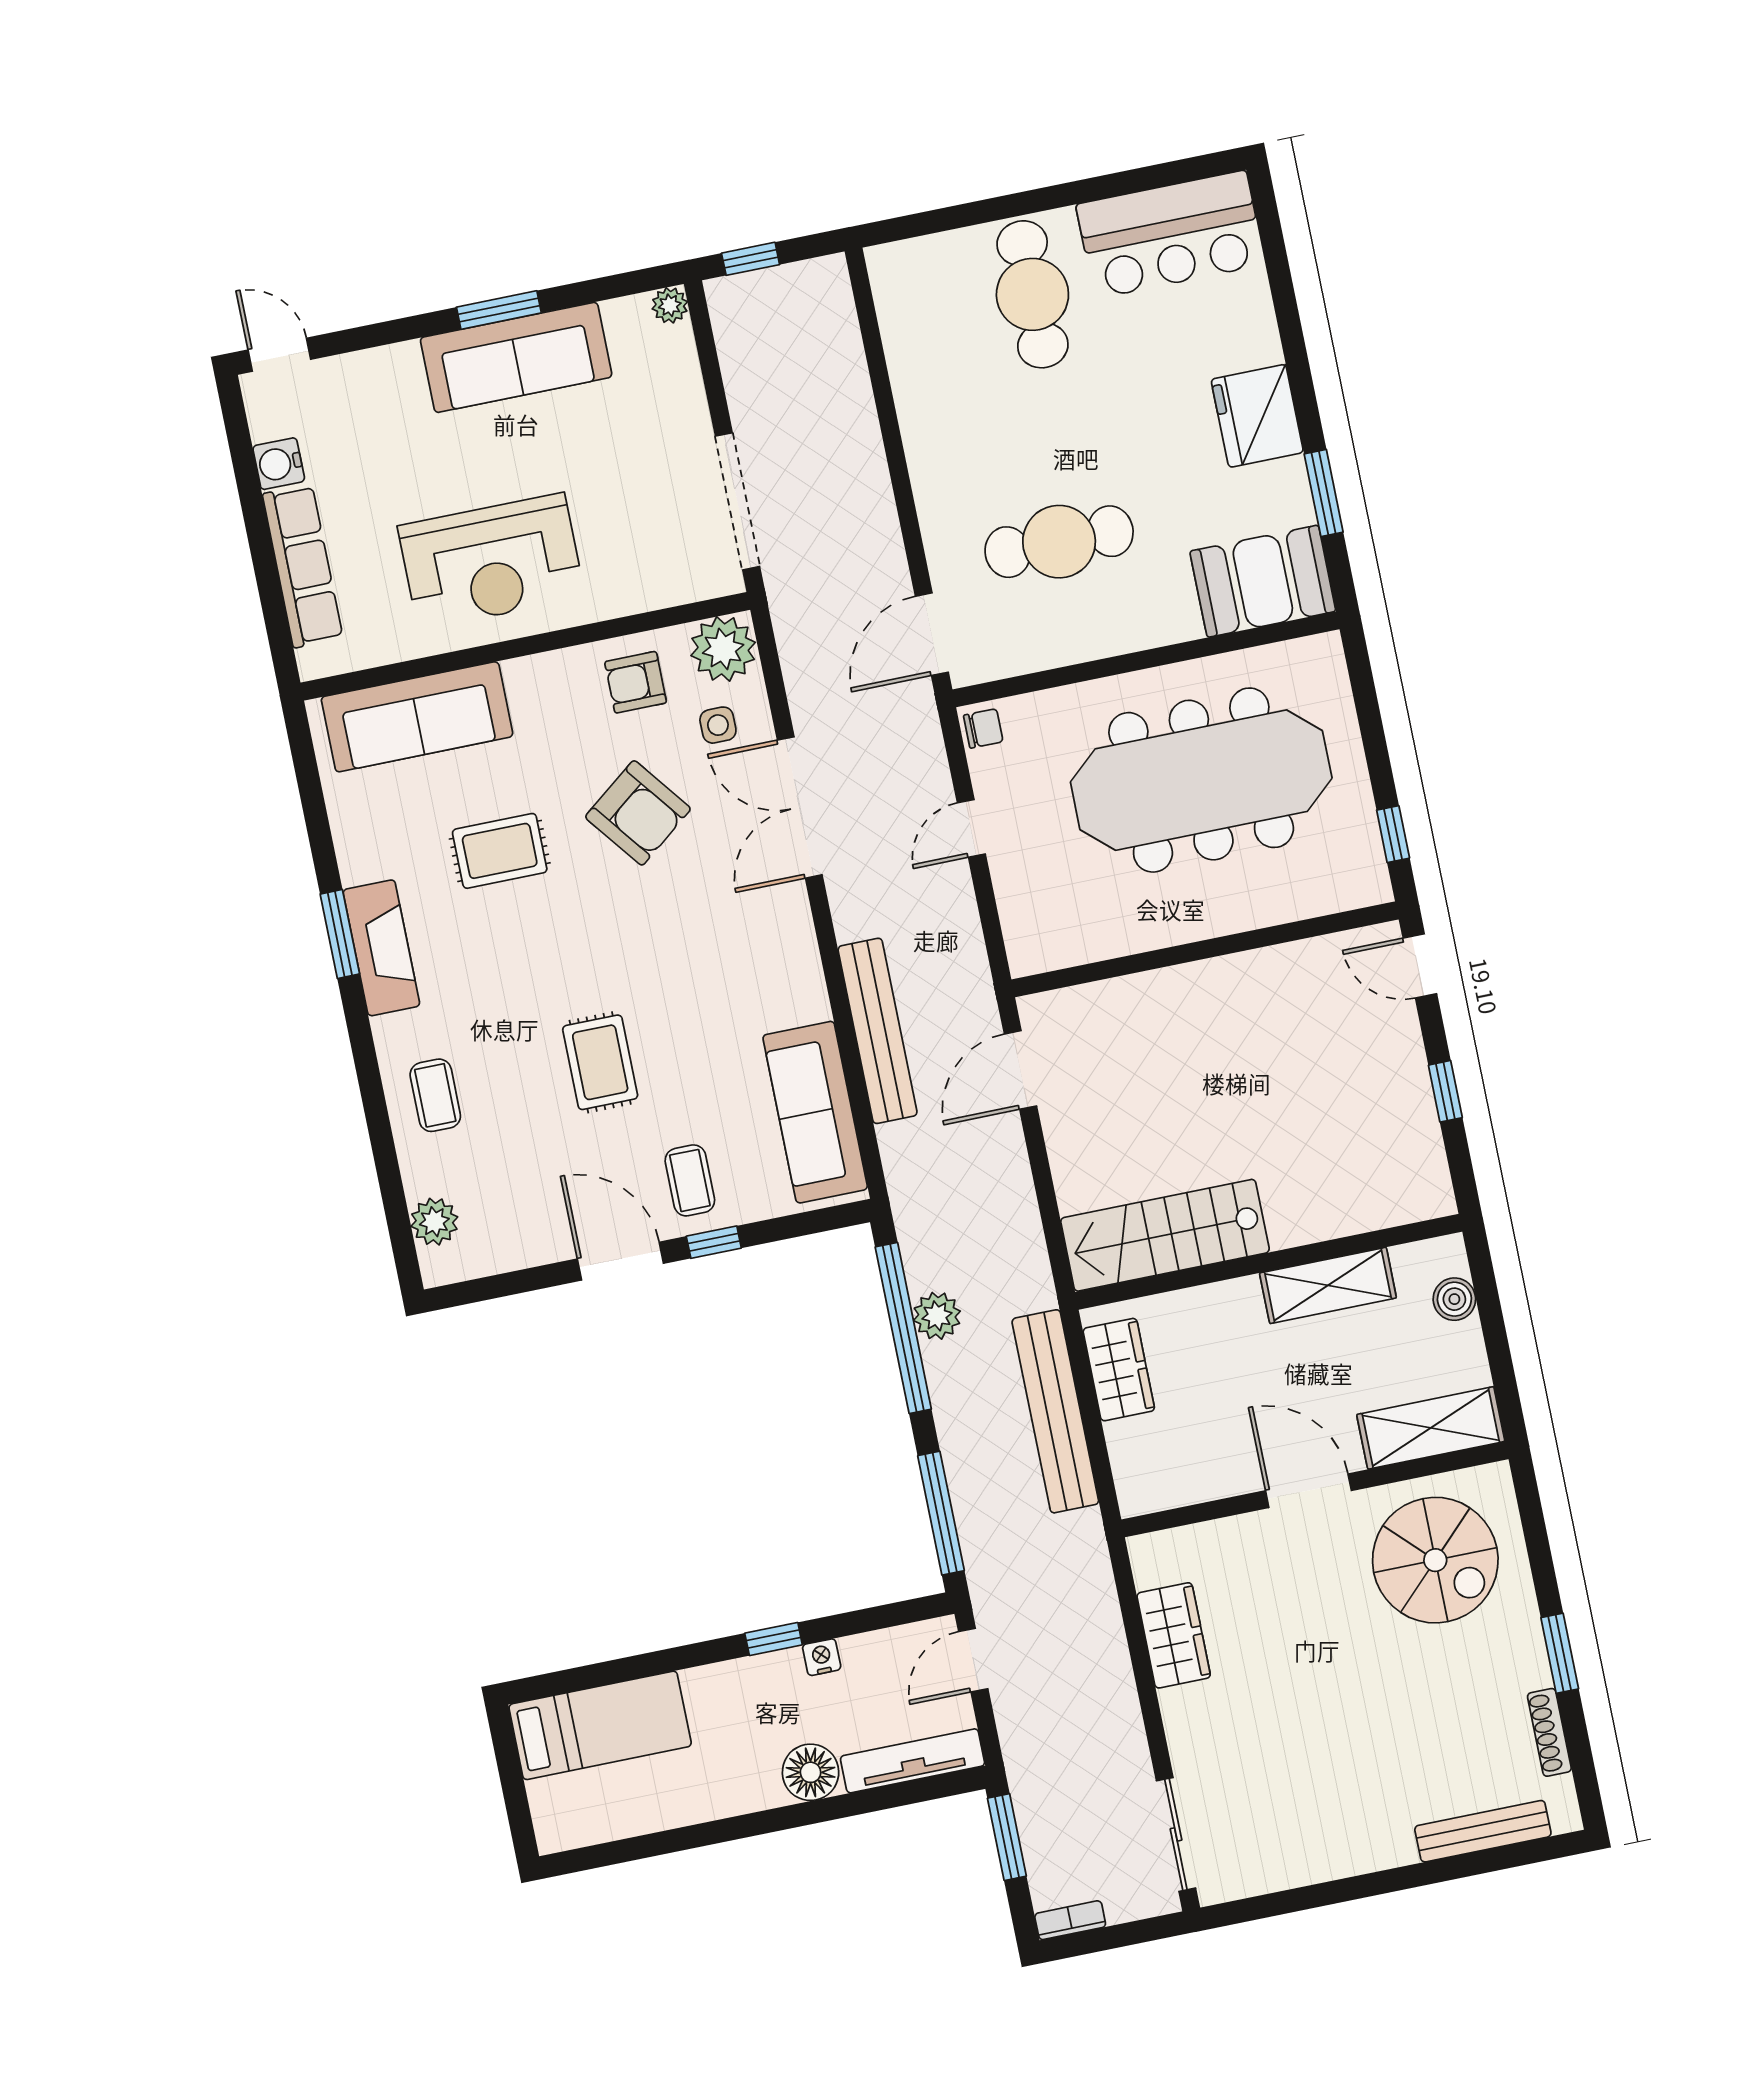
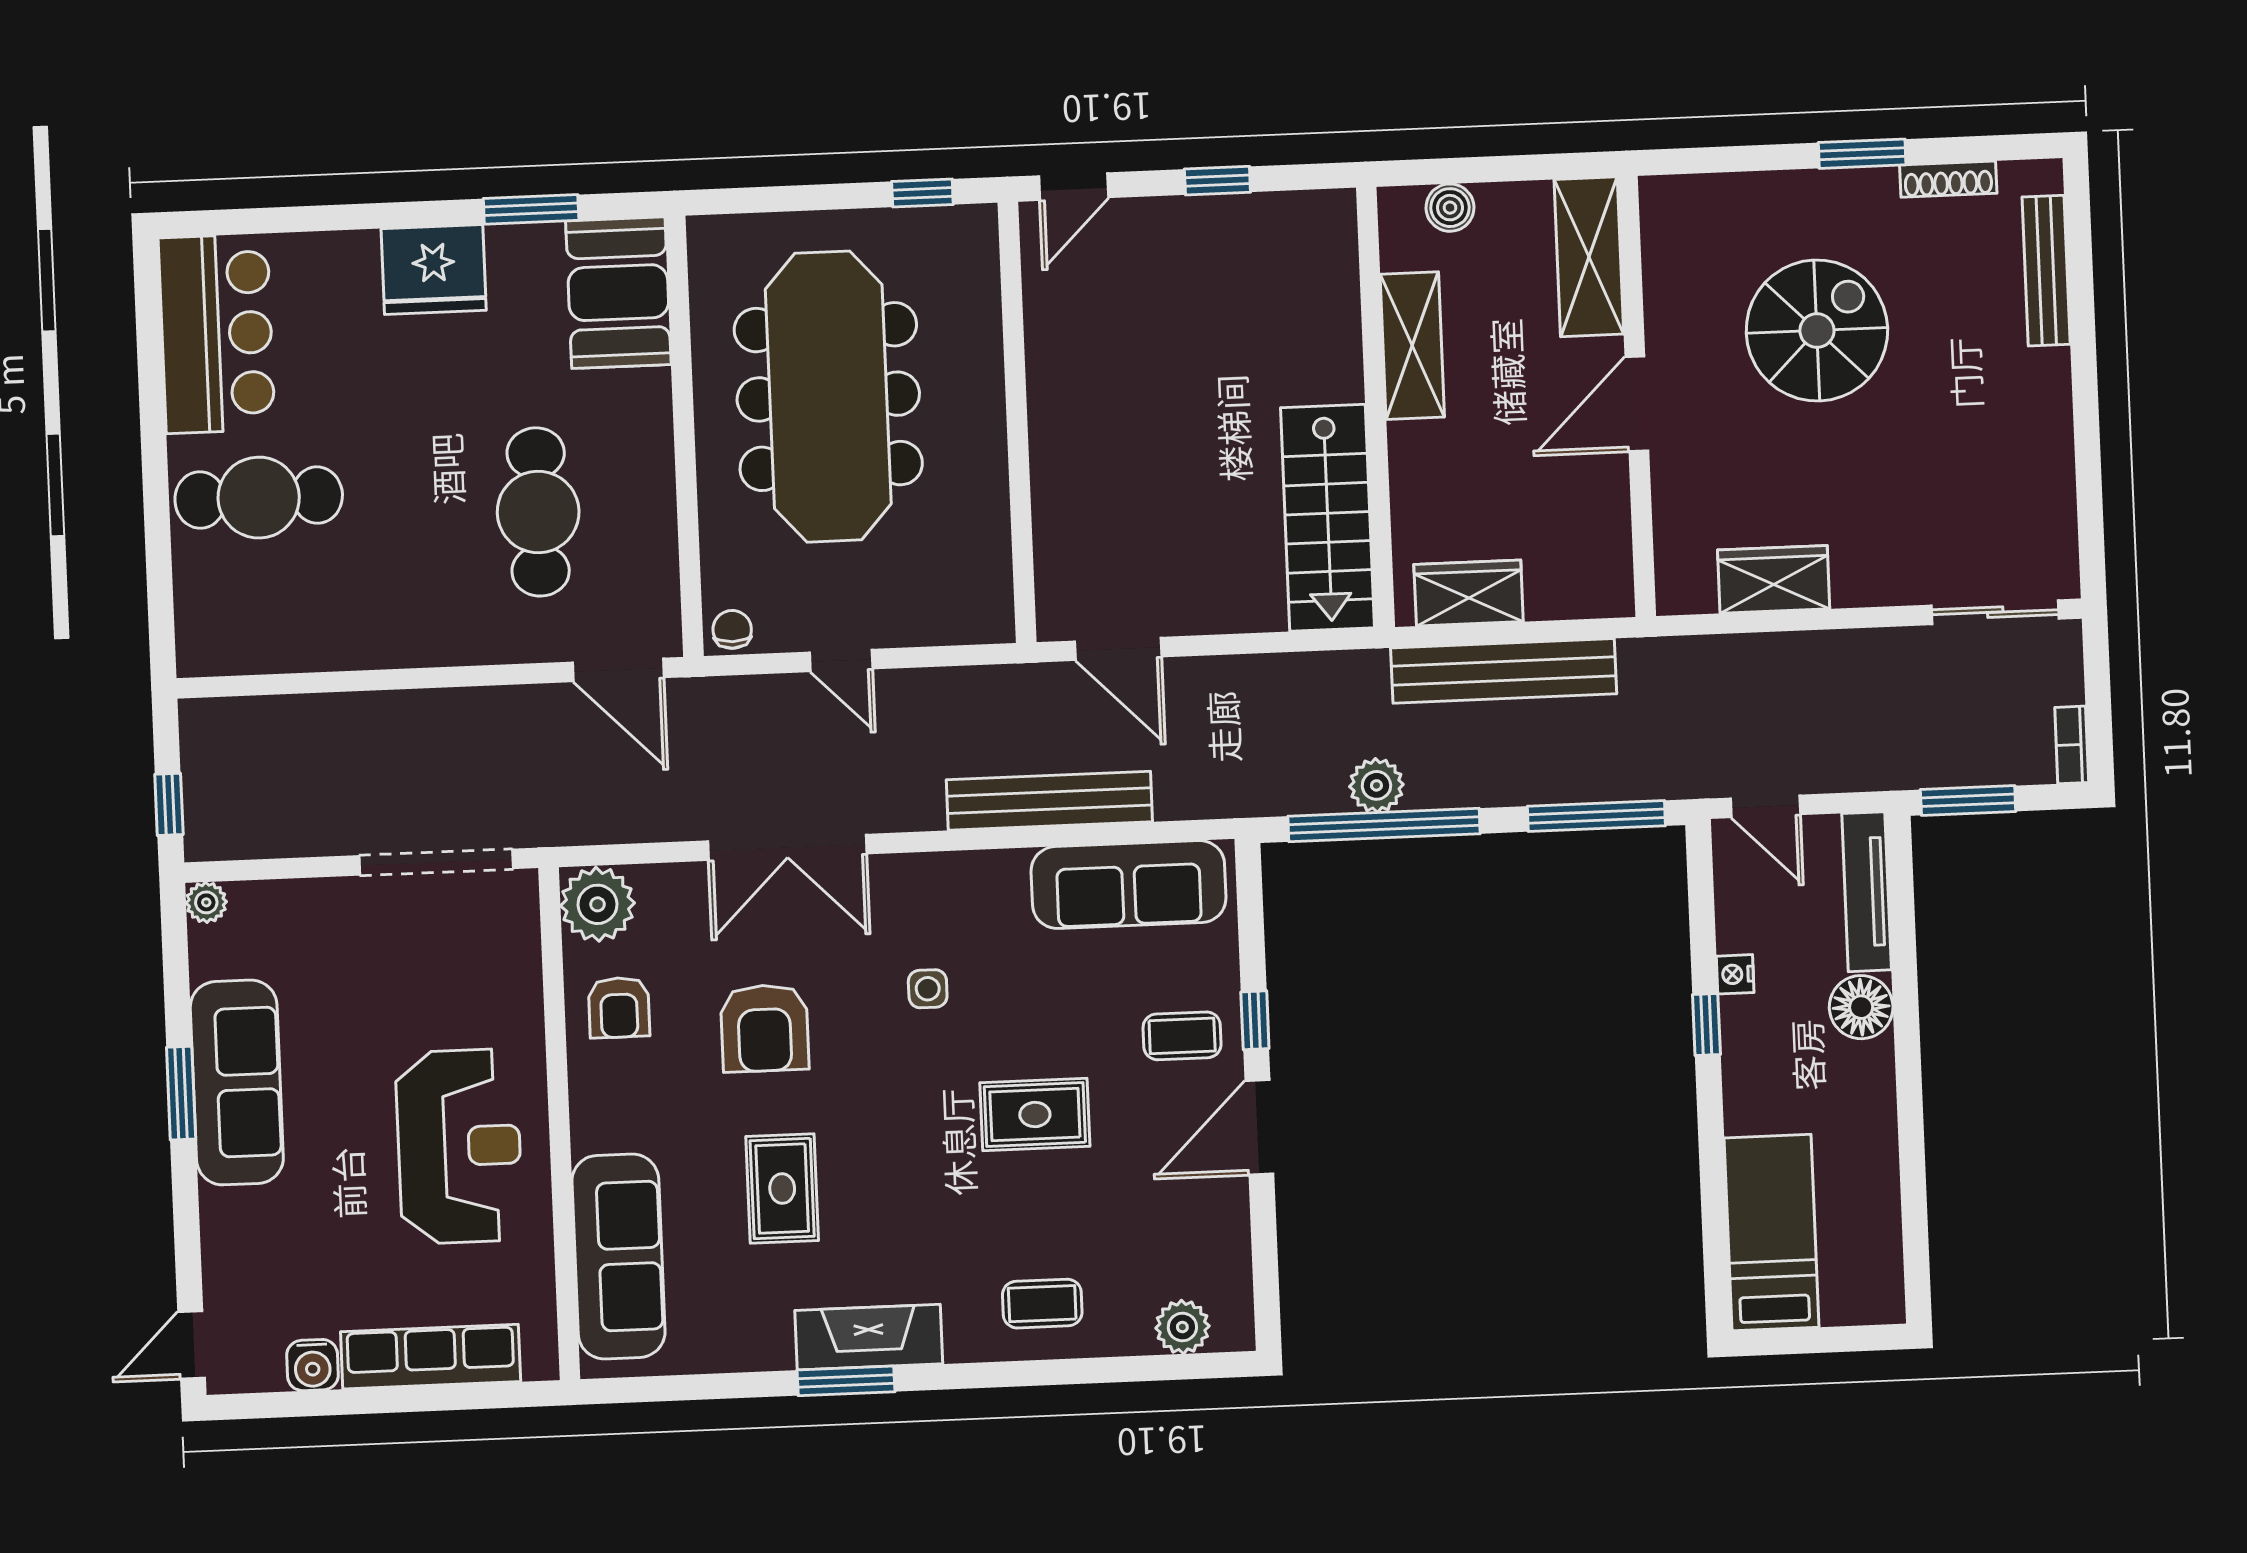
side table: (718, 725) -> (928, 989), moved
armchair: (638, 813) -> (765, 1028), turned 128
spiral stairs: (1435, 1560) -> (1817, 330), moved

